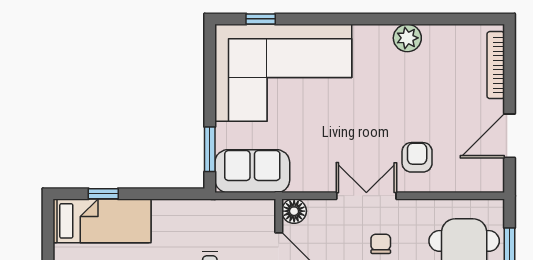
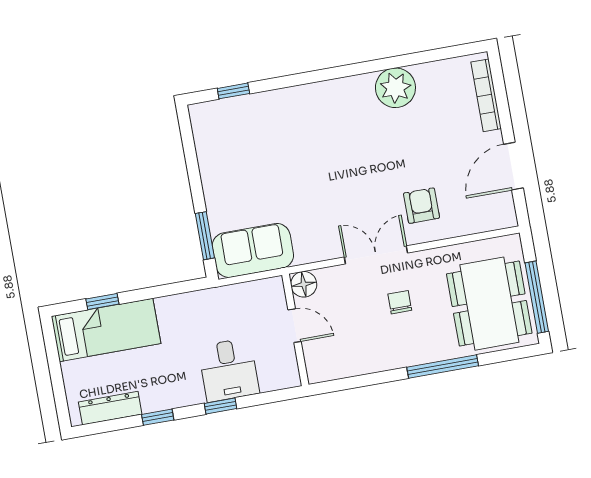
plant: (407, 38) -> (395, 88), width x1.36, depth x1.36
corner sofa: (283, 73) -> (267, 143), removed

